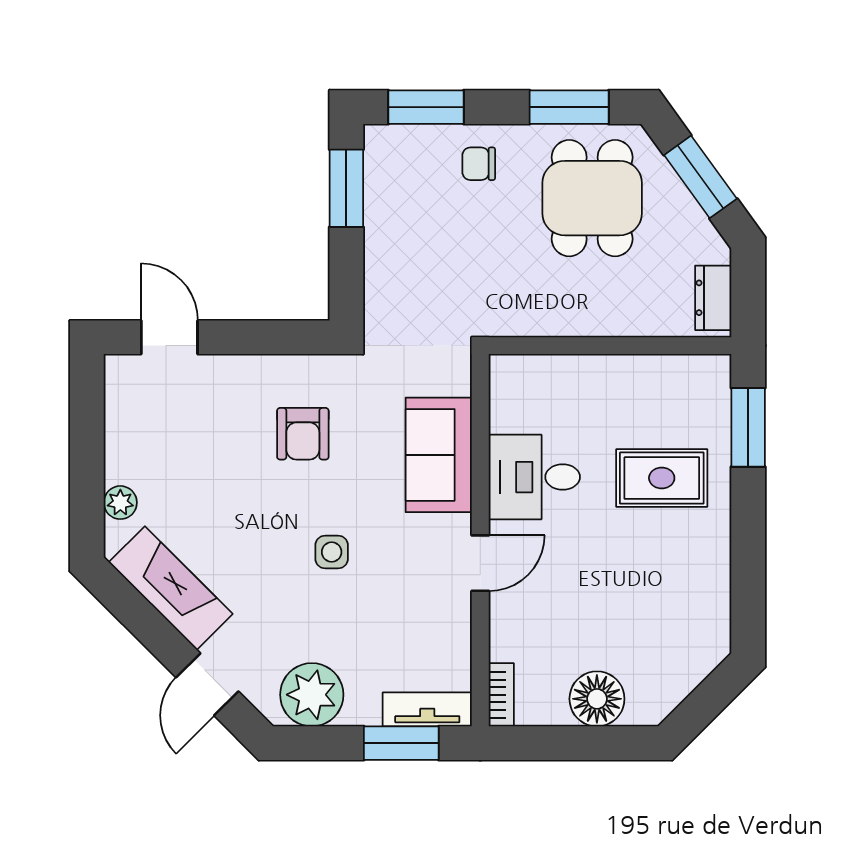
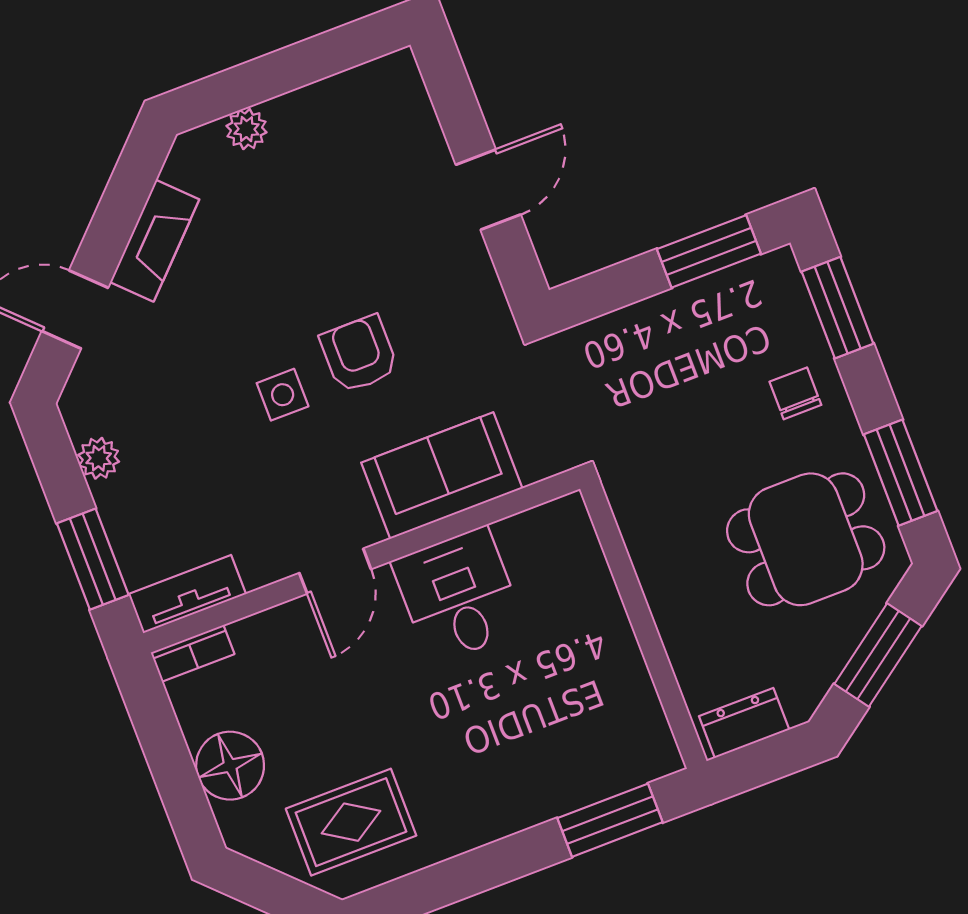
door: (169, 337) -> (488, 190), moved
armchair: (303, 434) -> (359, 354), moved, turned 90
rug: (662, 478) -> (351, 822), moved, turned 90
door: (480, 563) -> (335, 571), hinge flipped
fireplace: (171, 588) -> (155, 241), width x0.73, depth x0.76
plant: (312, 695) -> (99, 458), width x0.53, depth x0.53
tv unit: (427, 709) -> (187, 594), moved, turned -90

